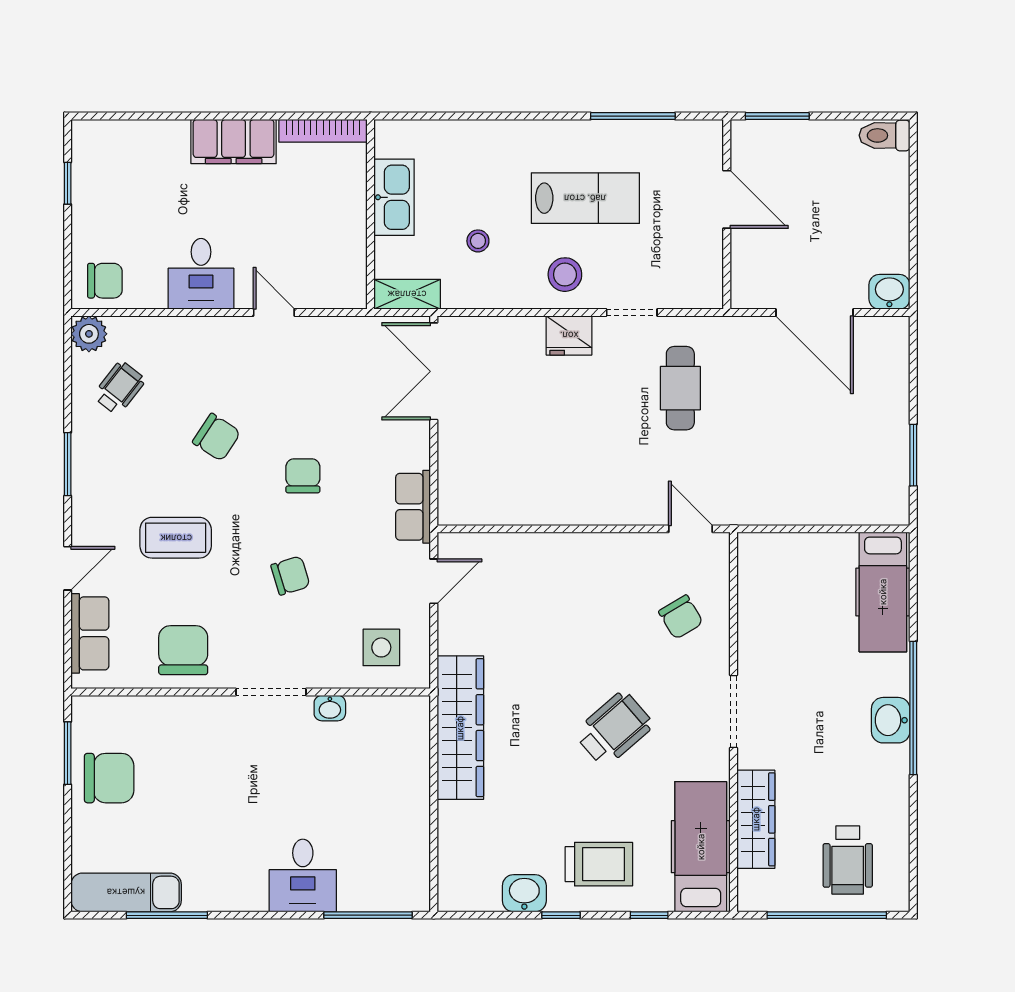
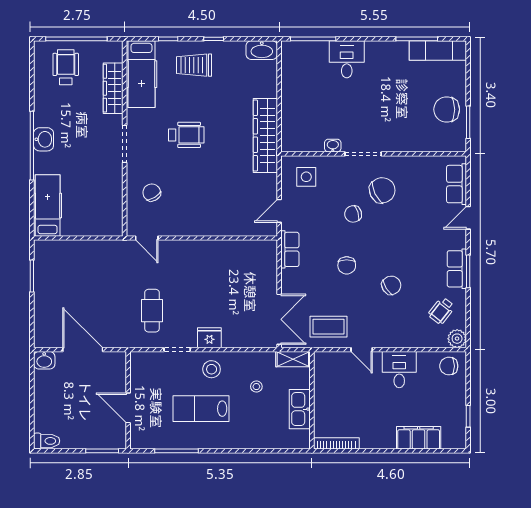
filing cabinet: (234, 142) -> (419, 438), moved
chair: (216, 437) -> (391, 285), turned 115
row of seats: (89, 469) -> (457, 269), added
coffee table: (176, 538) -> (329, 327), moved
chair: (183, 650) -> (382, 190), moved, turned -116
wheelchair: (614, 729) -> (186, 135), turned -139
washbasin: (524, 893) -> (262, 50), moved, width x1.38

